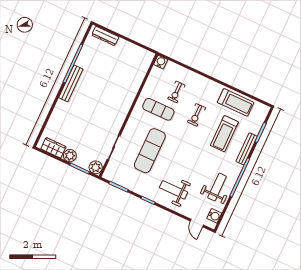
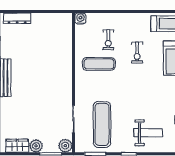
exercise mat: (150, 151) -> (102, 124), moved
weight bench: (174, 190) -> (148, 133), turned 180

